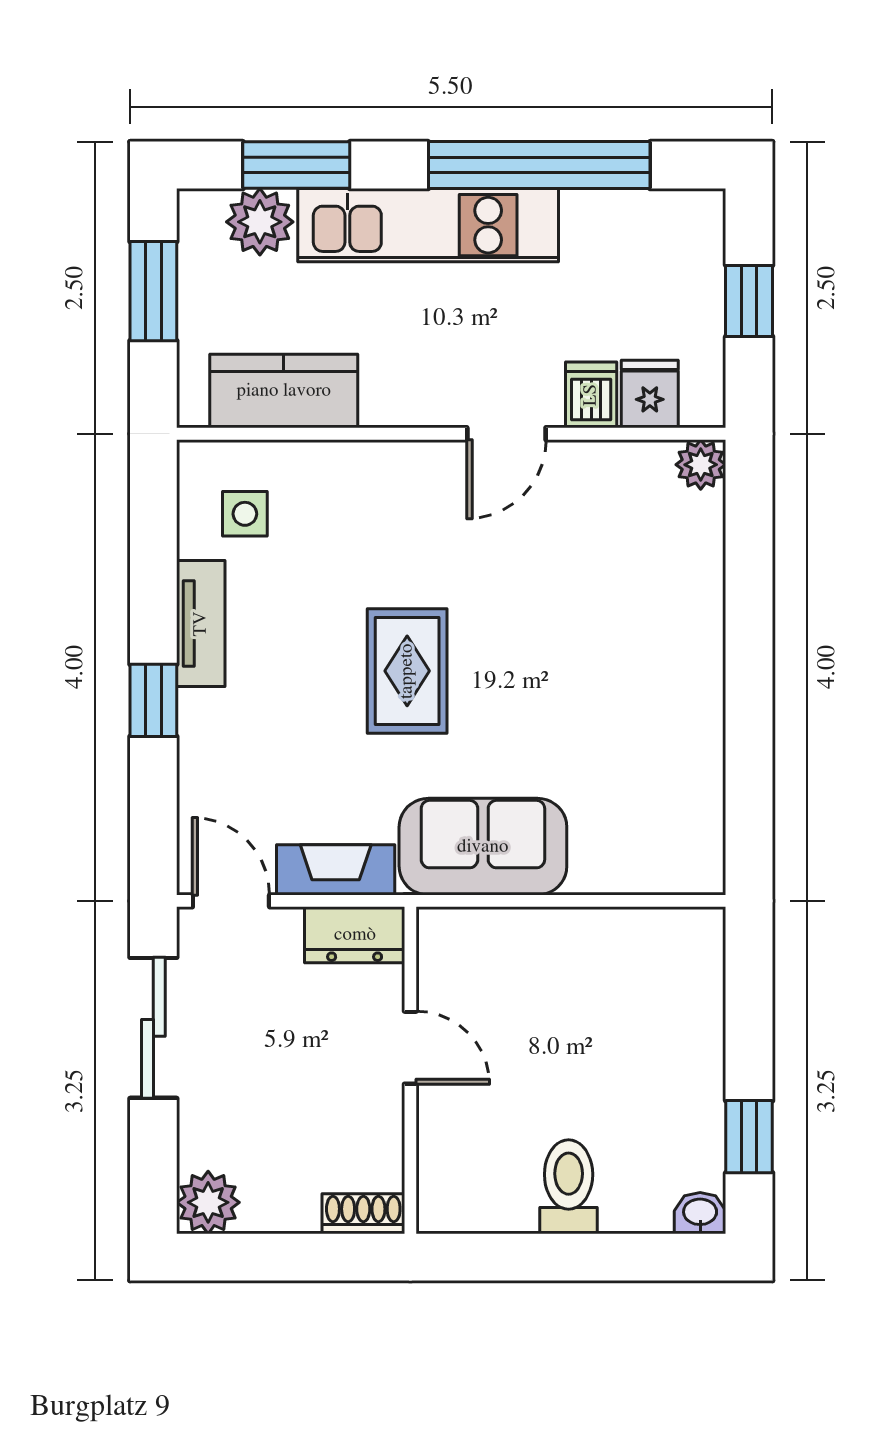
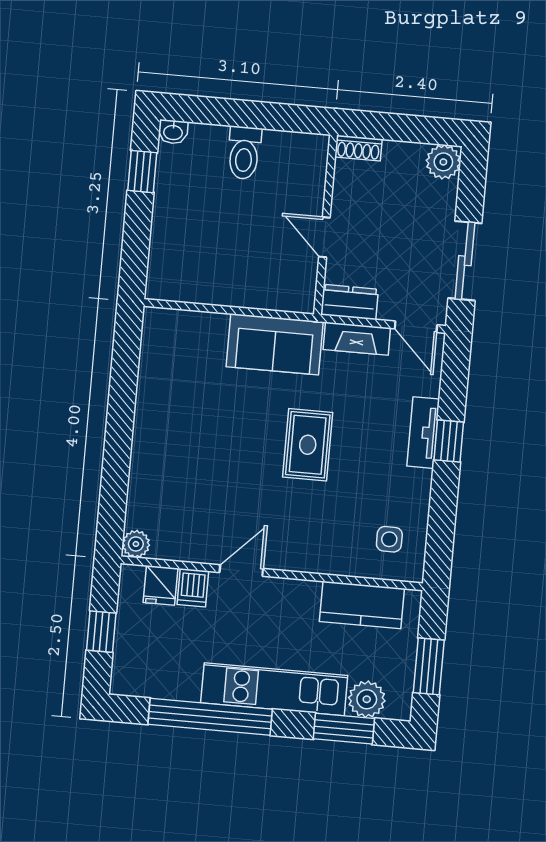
tv unit: (201, 624) -> (423, 433), moved

